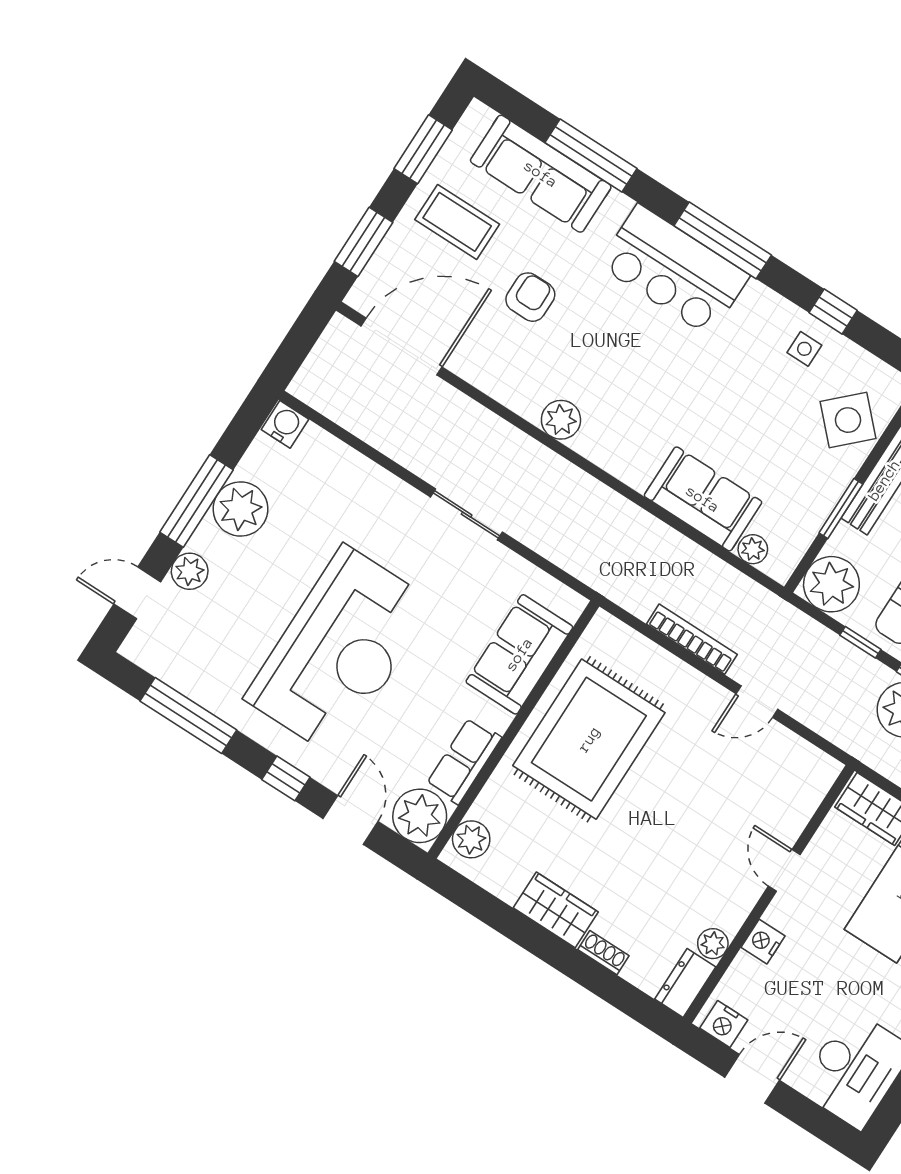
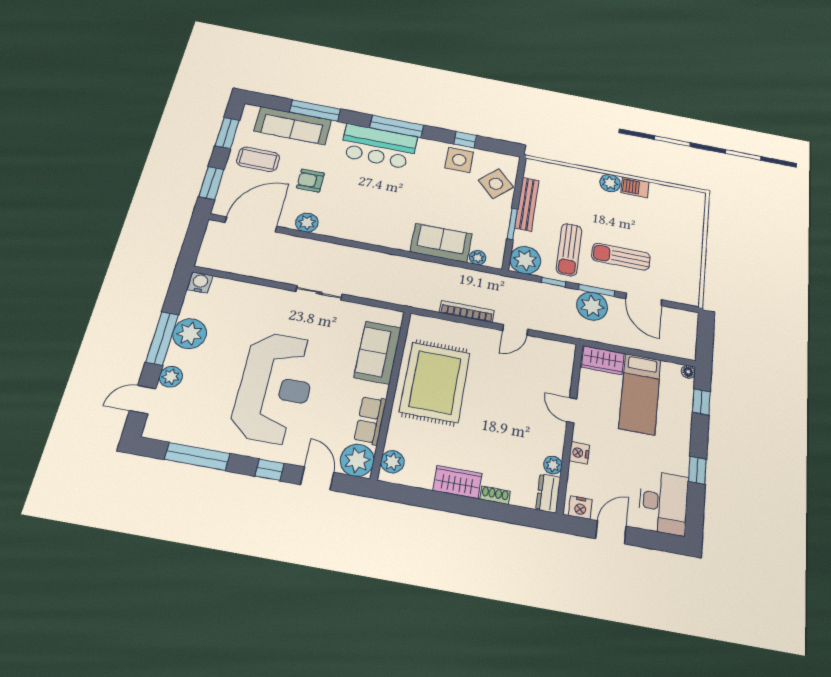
armchair: (530, 297) -> (310, 181), turned -90
side table: (804, 349) -> (459, 160), width x1.87, depth x1.87
plant: (561, 420) -> (307, 223), moved

